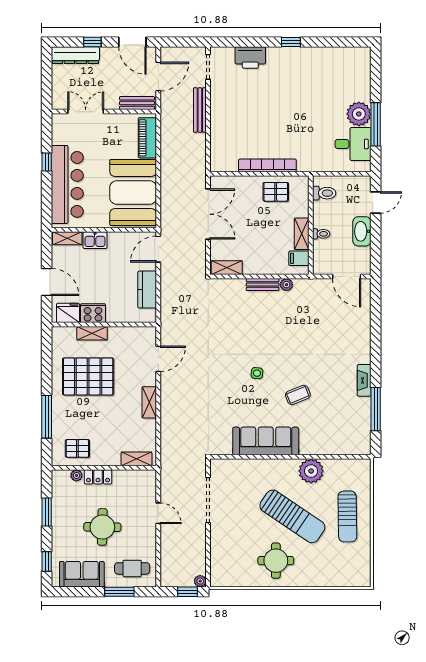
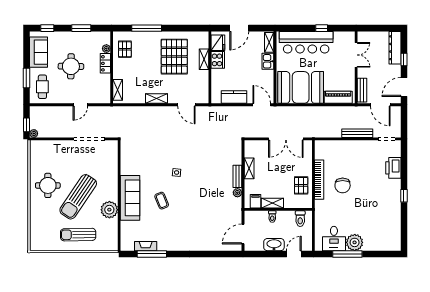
chair: (276, 131) -> (343, 185), added
door: (376, 202) -> (294, 254), swing flipped
shelving: (227, 268) -> (249, 168), moved
fireplace: (364, 380) -> (146, 246), moved
sofa: (266, 441) -> (130, 198), moved

